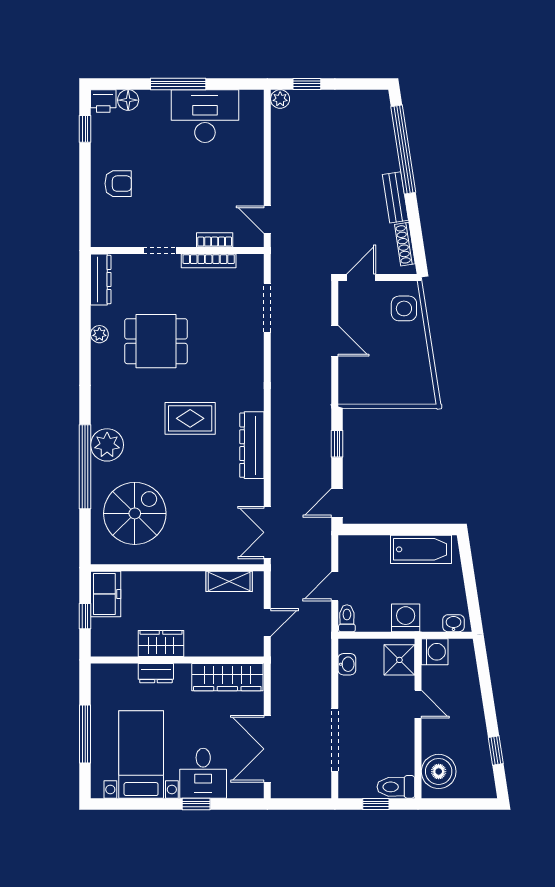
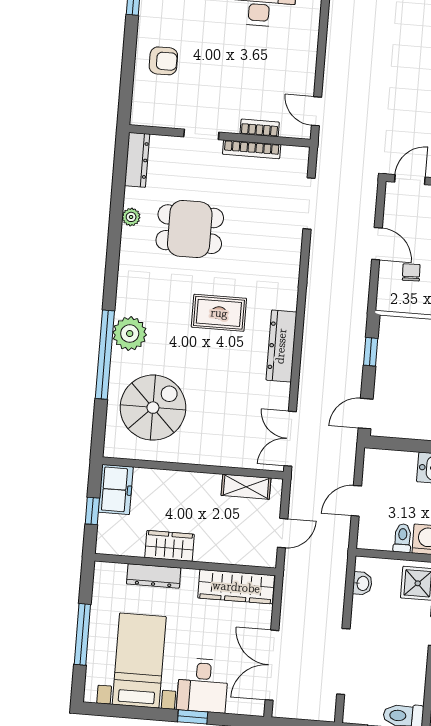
chair: (369, 365) -> (411, 272), added
toilet: (347, 618) -> (402, 538), moved
dresser: (156, 673) -> (154, 576), width x1.44

